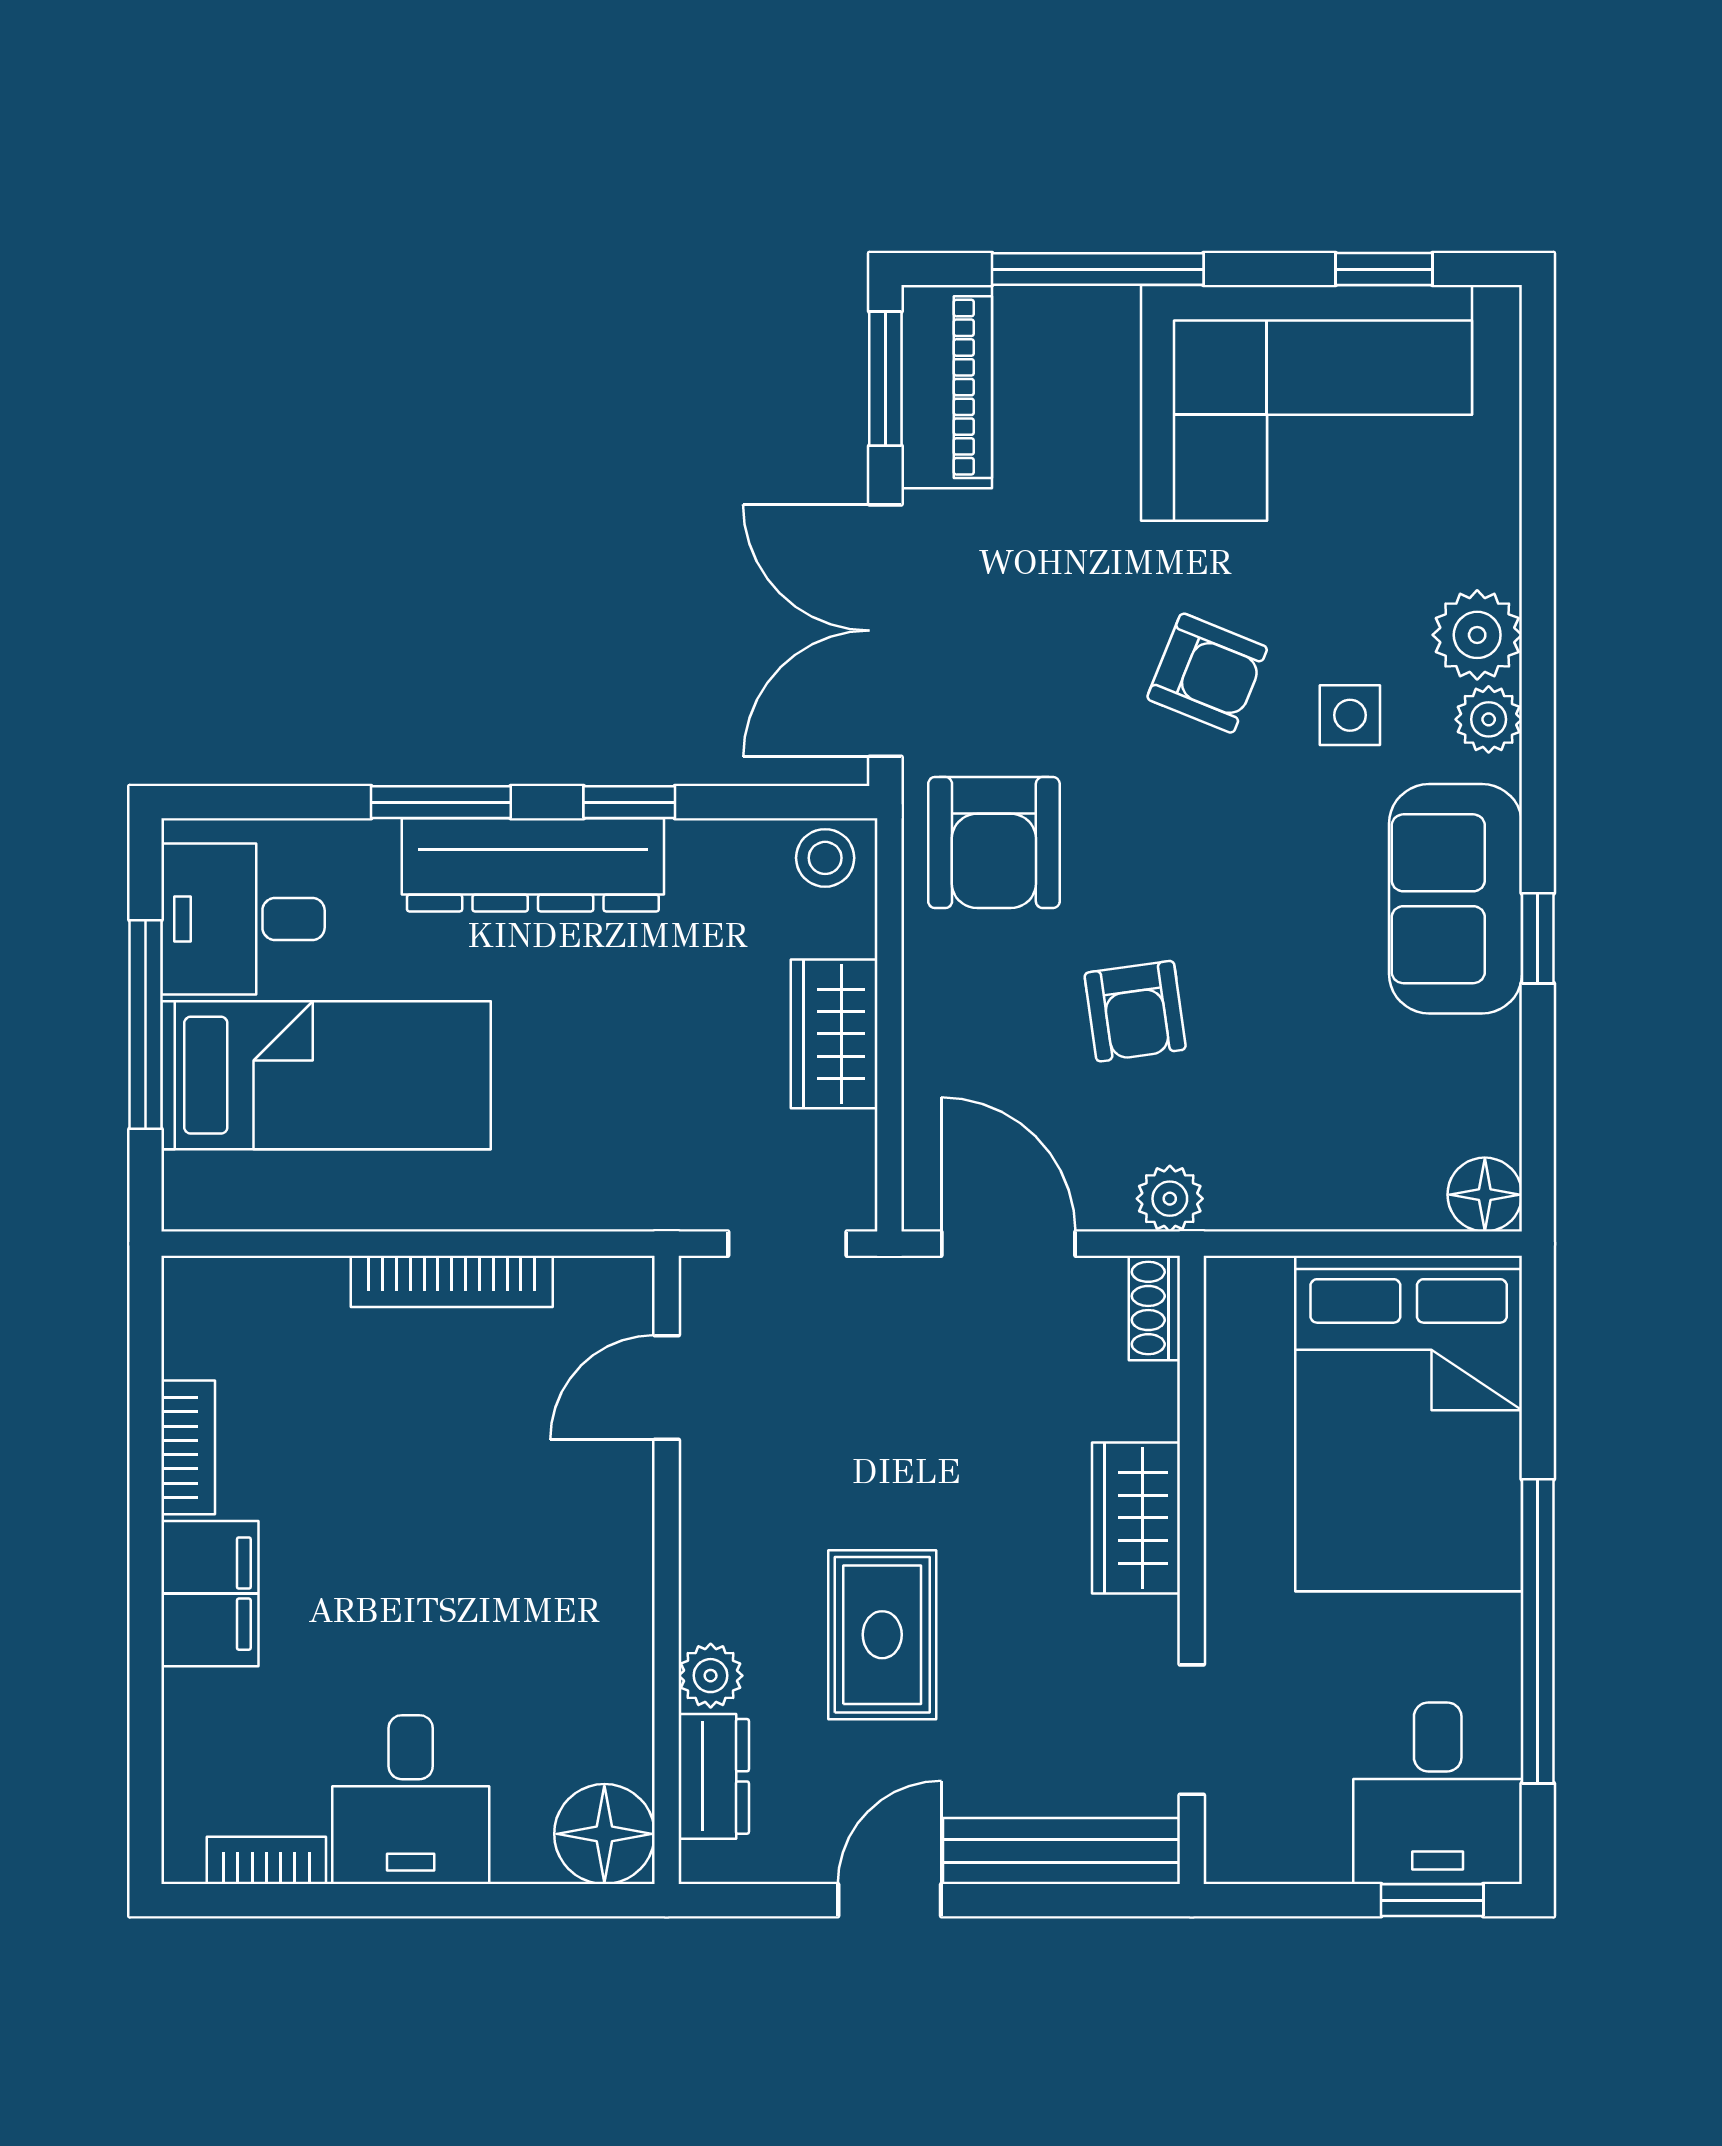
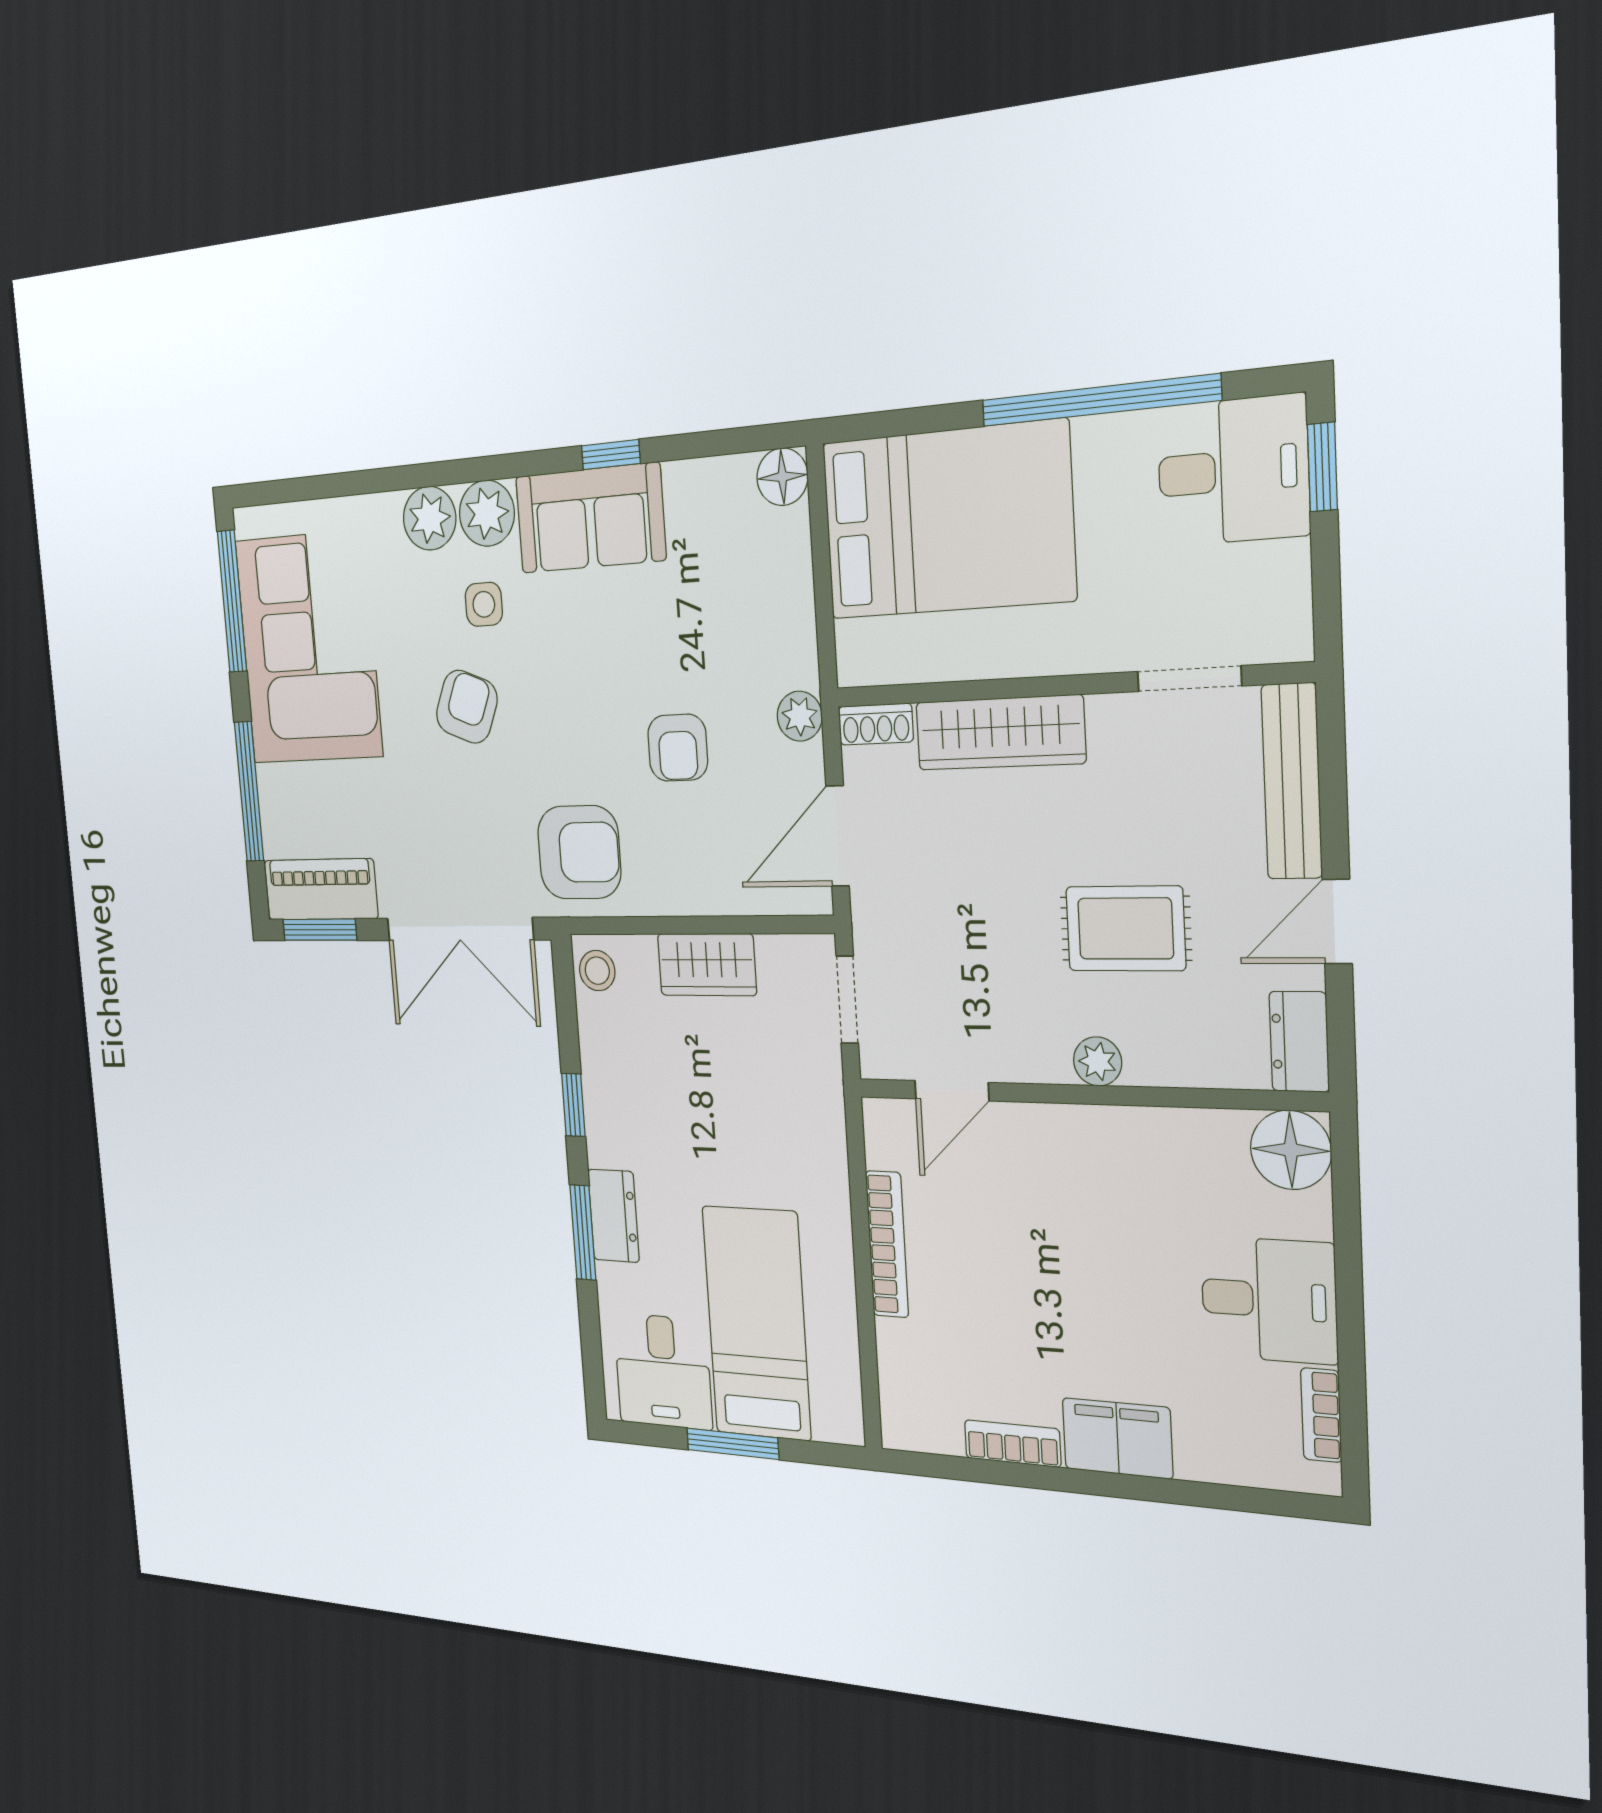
window: (1384, 269) -> (232, 601), width x2.17
plant: (1489, 719) -> (487, 513), width x1.38, depth x1.38
dresser: (533, 865) -> (613, 1216), width x0.51, depth x0.80
armchair: (1135, 1011) -> (678, 748), turned 98
window: (145, 1024) -> (733, 1444), width x0.69
door: (667, 1388) -> (952, 1091), hinge flipped
wardrobe: (1136, 1518) -> (1000, 733), width x1.50
plant: (711, 1676) -> (1098, 1061), moved
dresser: (714, 1776) -> (1299, 1042), moved, turned -90
door: (890, 1900) -> (1337, 922), hinge flipped

